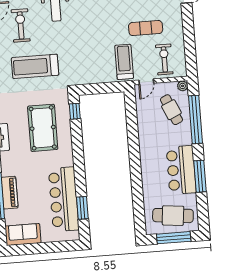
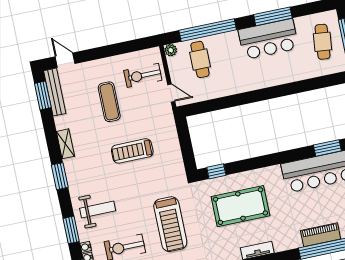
treadmill: (124, 62) -> (132, 151), moved
cafe table: (171, 110) -> (200, 59), turned -66
cafe table: (173, 216) -> (323, 42), width x0.73, depth x0.74

